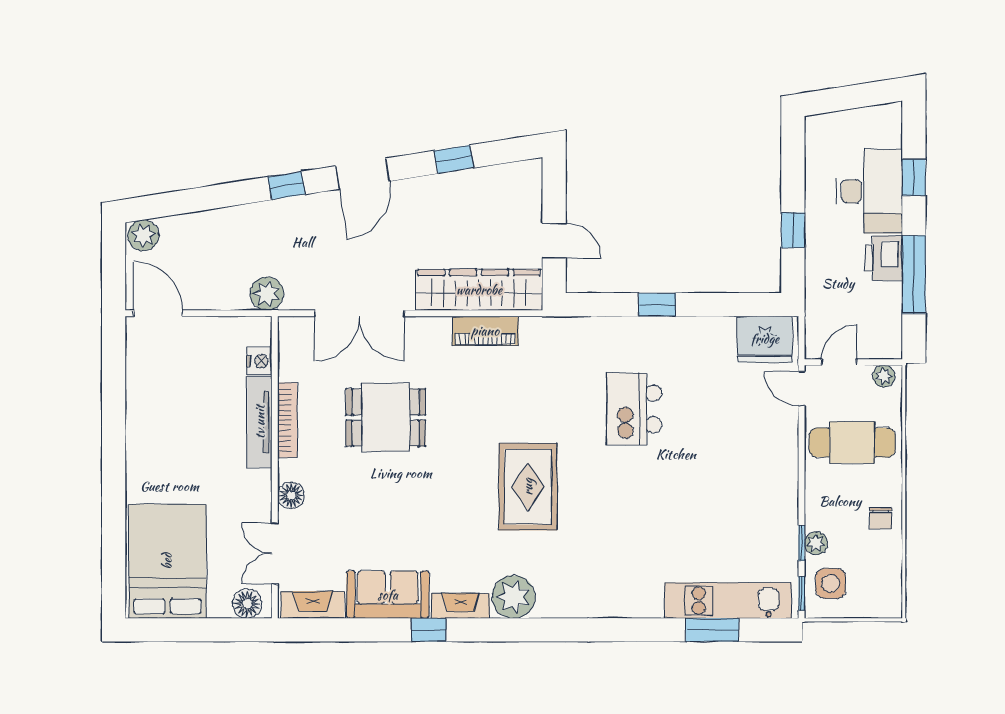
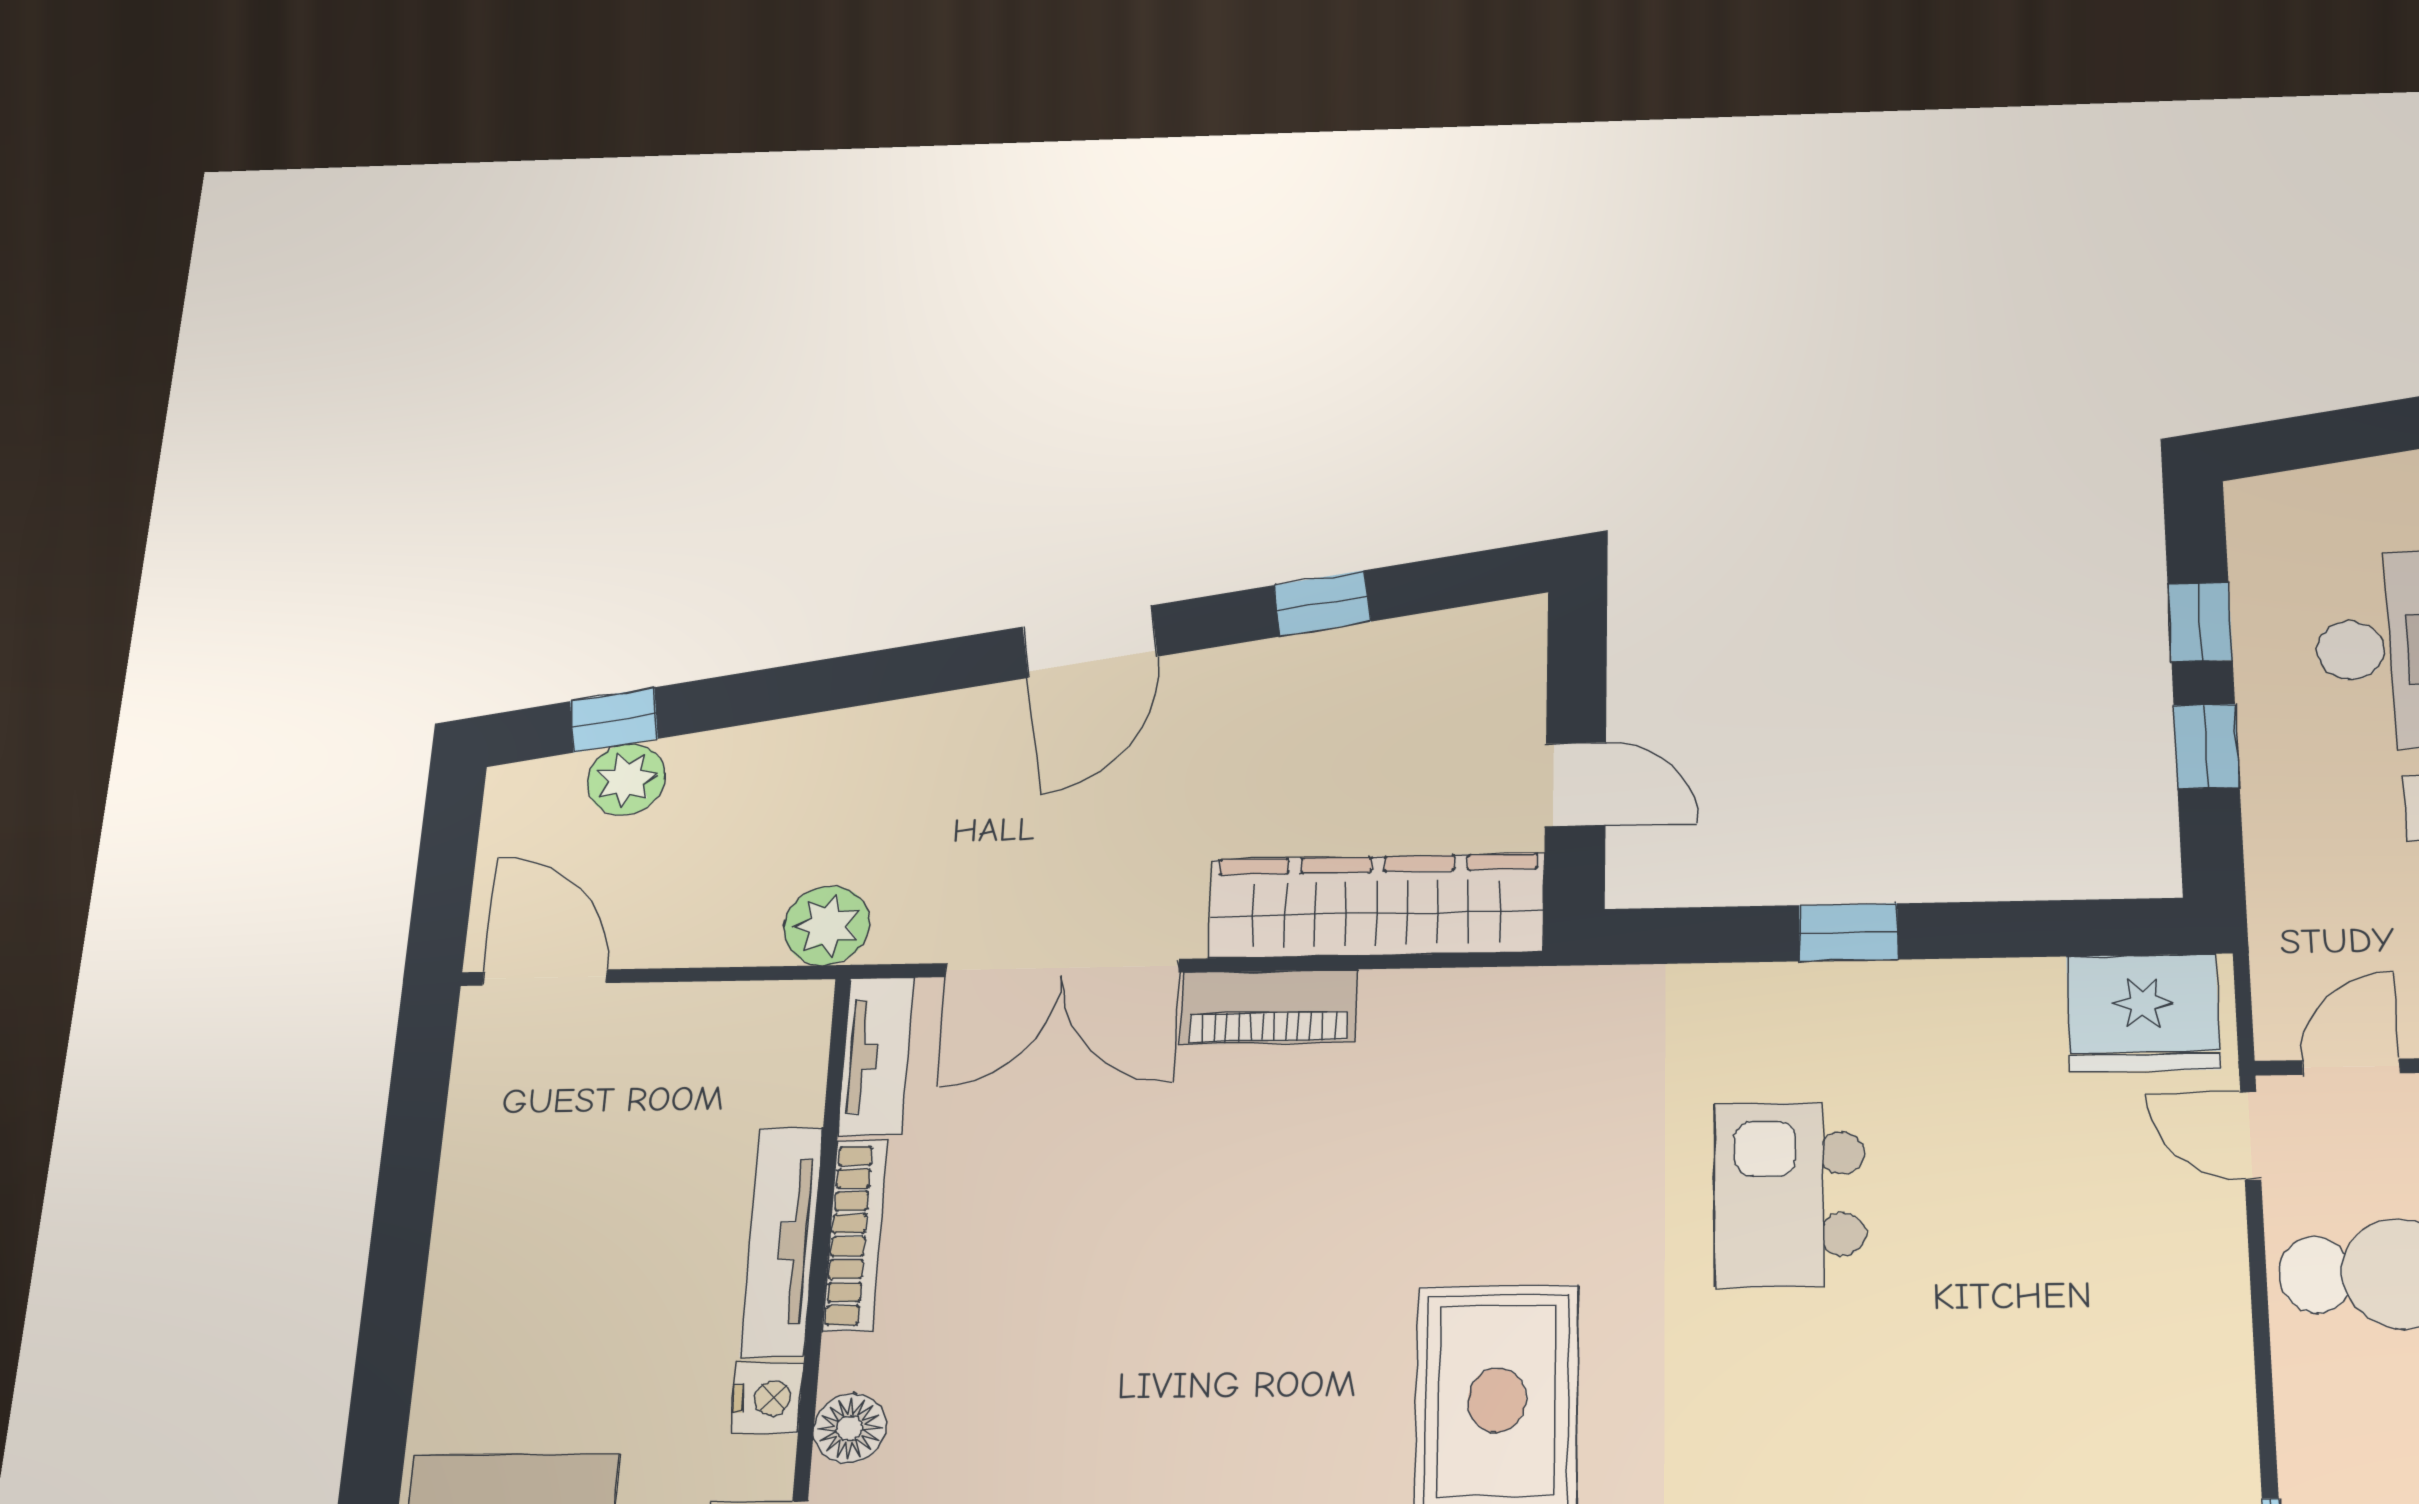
window: (793, 177) -> (2200, 622), added
window: (286, 186) -> (614, 720), moved
plant: (143, 235) -> (626, 779), moved
piano: (485, 331) -> (1269, 1007), moved
tv unit: (290, 348) -> (876, 1056), added
nightstand: (259, 361) -> (767, 1398), moved
dining table: (386, 418) -> (1117, 1225), removed

